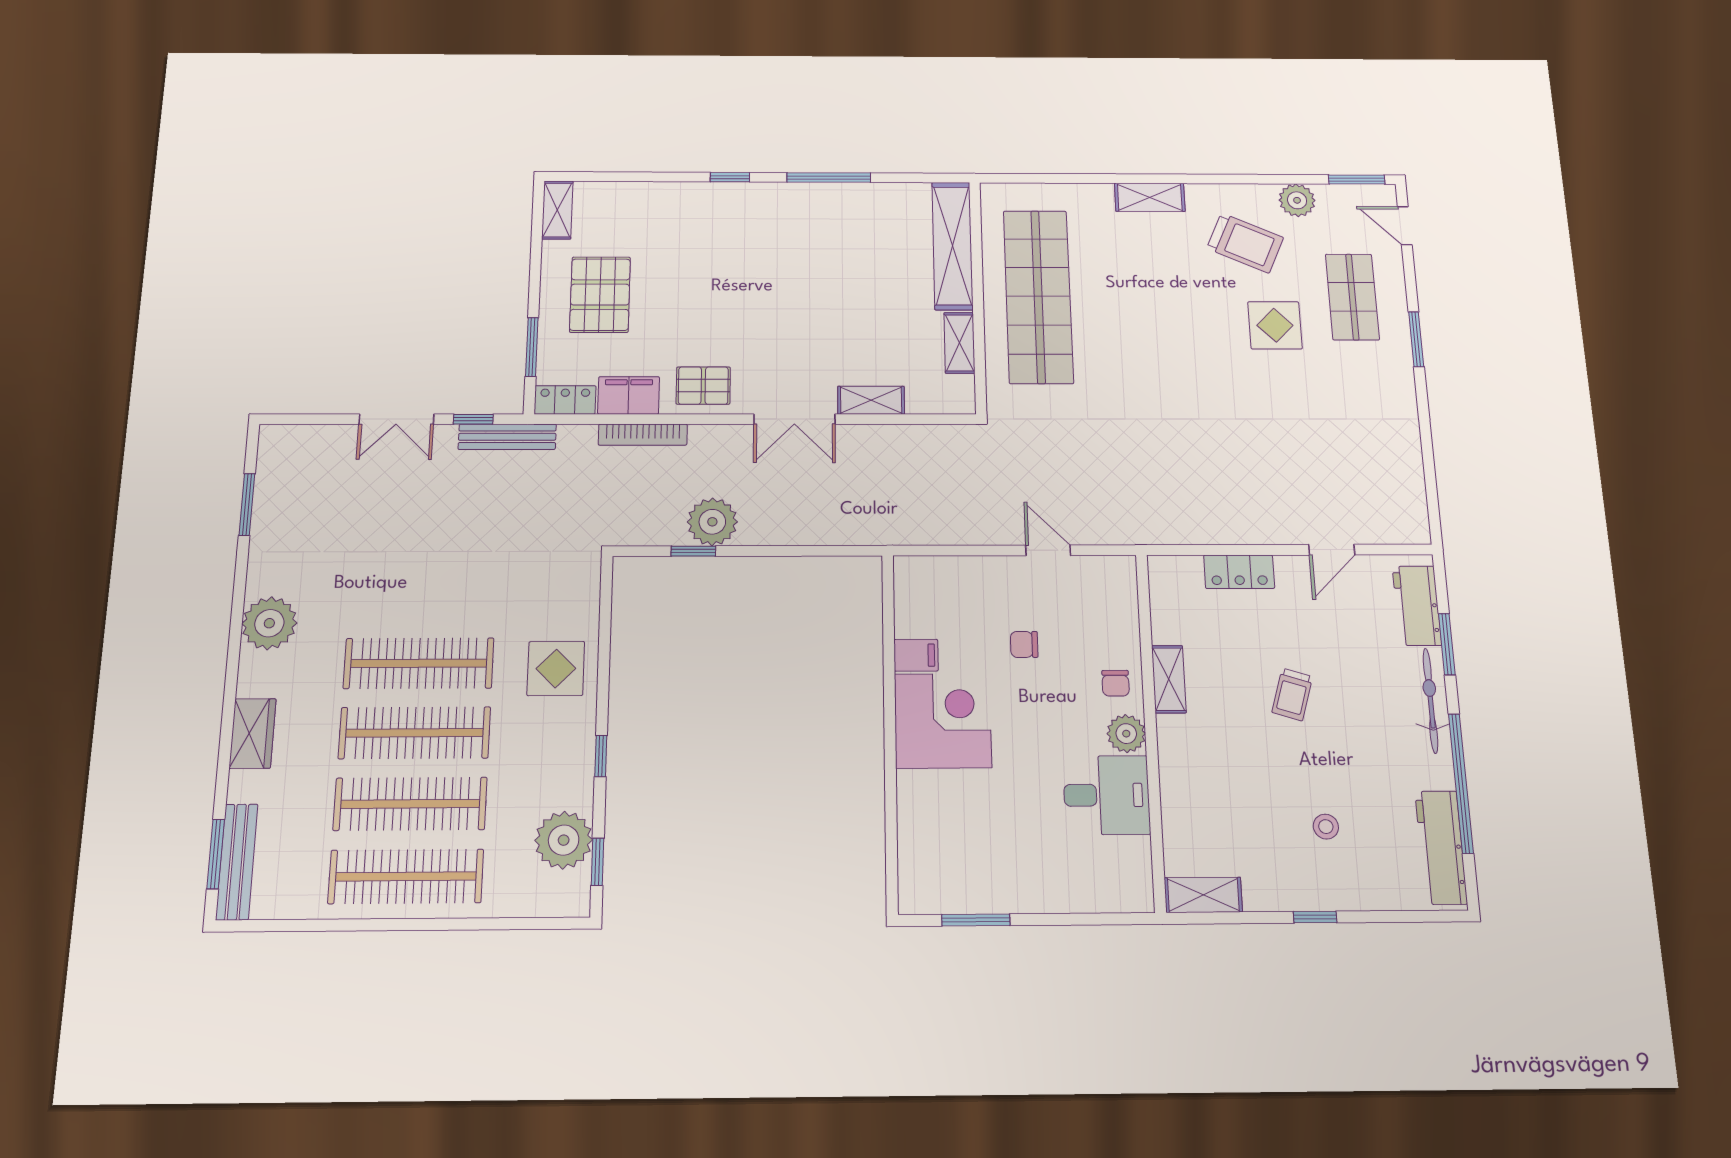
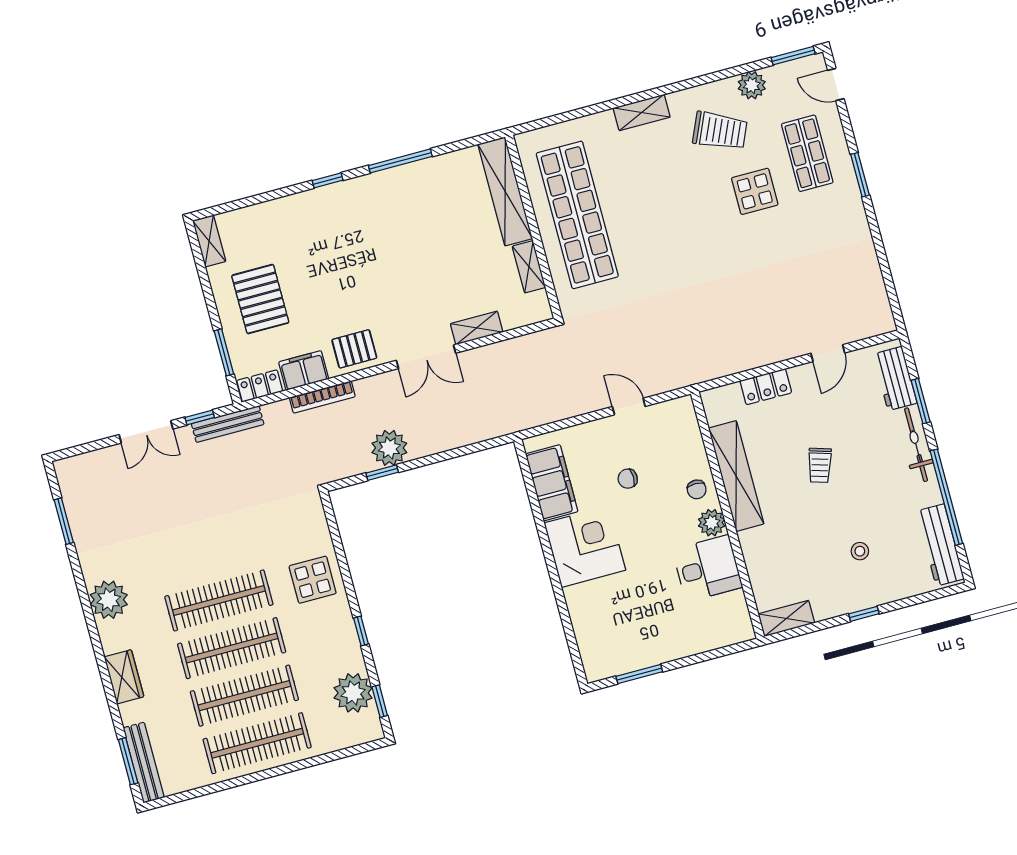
filing cabinet: (916, 655) -> (552, 483), width x3.00, depth x1.17
shelving: (1169, 679) -> (736, 476), width x2.20, depth x1.33

